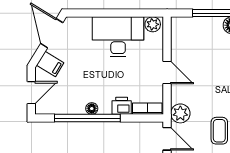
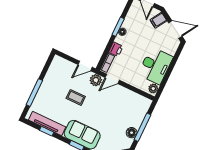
door: (167, 73) -> (112, 79), moved
window: (87, 118) -> (118, 27), width x0.47

